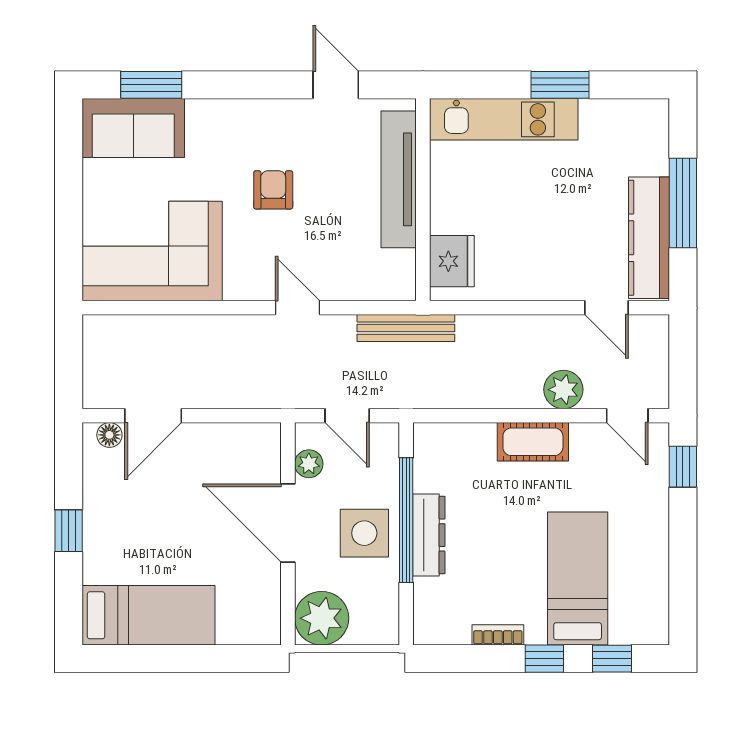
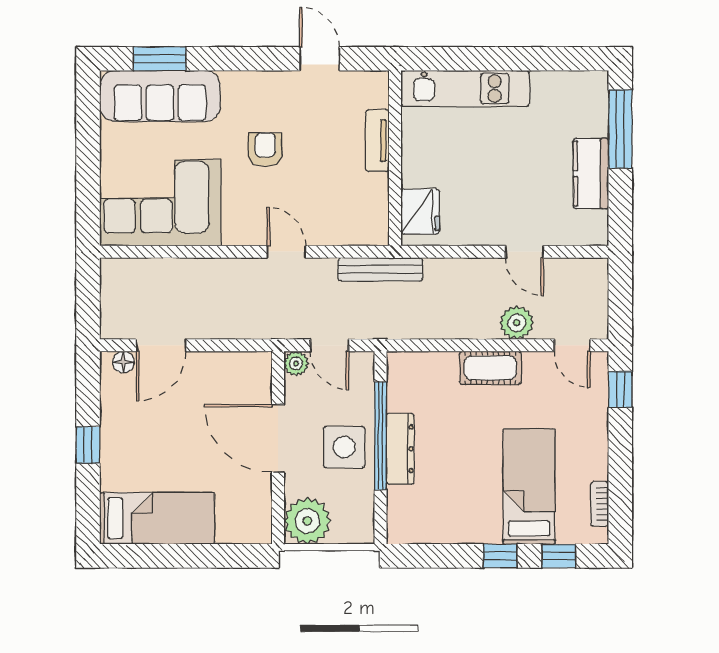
window: (560, 85) -> (514, 59), removed
sofa: (133, 128) -> (160, 96), width x1.36
tv unit: (399, 179) -> (377, 141), width x0.52, depth x0.78
window: (683, 203) -> (620, 129), moved
kitchen counter: (649, 238) -> (591, 174), width x0.67
door: (606, 308) -> (525, 252), moved
plant: (309, 464) -> (296, 363), moved
bookcase: (498, 635) -> (600, 504), moved, turned -90

